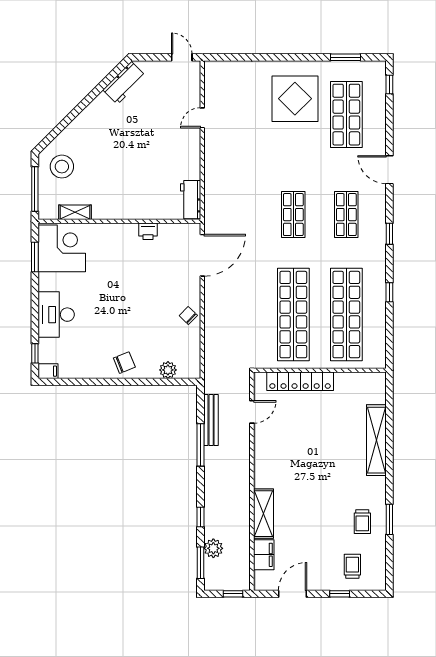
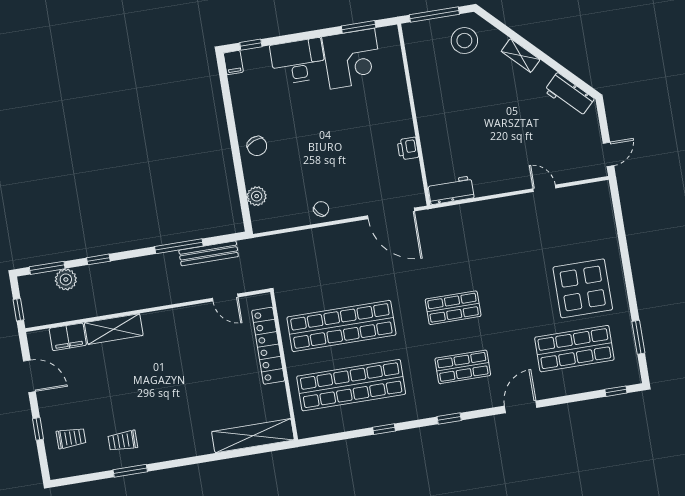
shelving: (75, 212) -> (521, 55), moved, turned -45
corner desk: (62, 248) -> (352, 59), moved
shelving: (376, 440) -> (253, 436), moved

